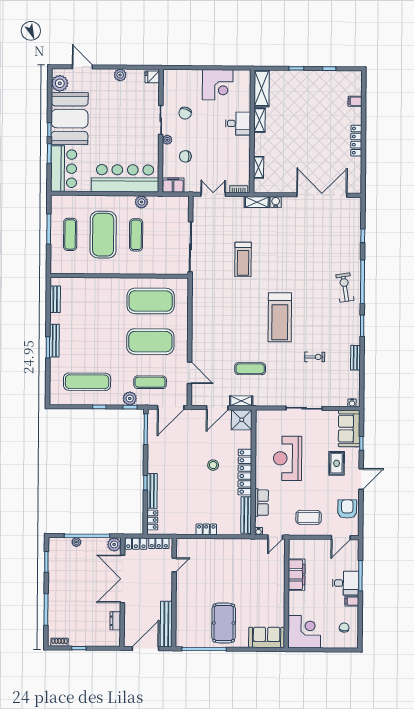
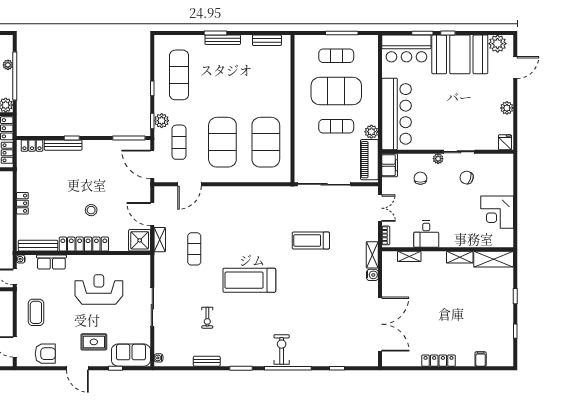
desk: (238, 123) -> (426, 234), moved
piano: (168, 204) -> (369, 160), added
exercise bike: (345, 288) -> (282, 349), turned -81

